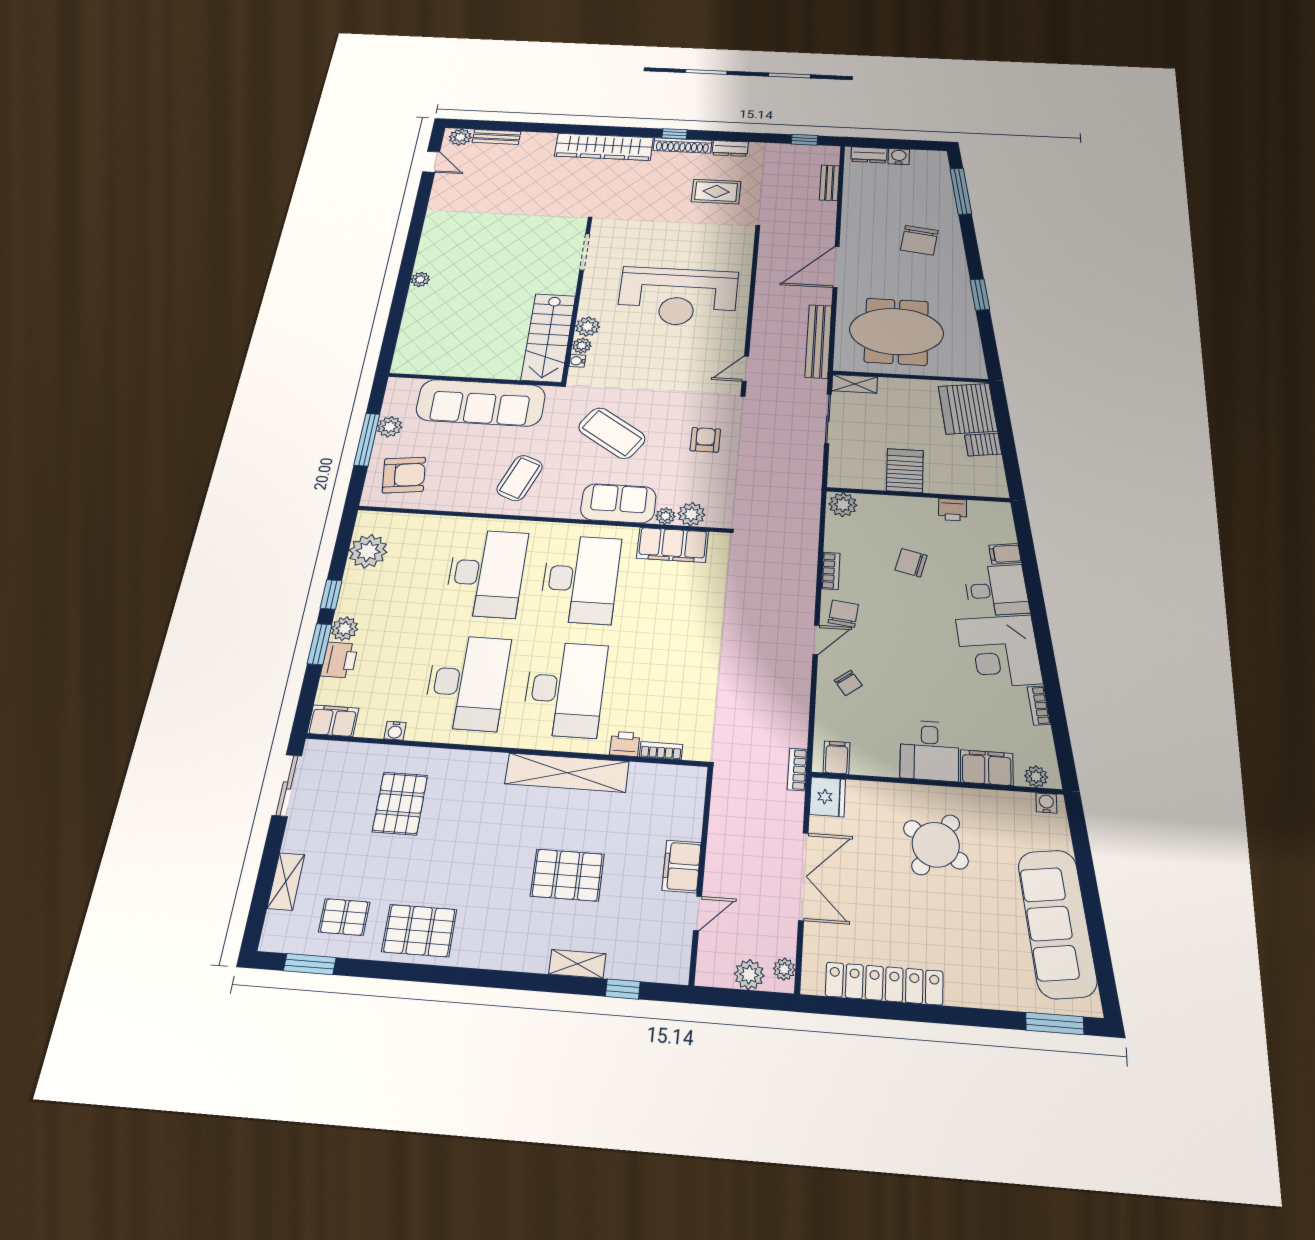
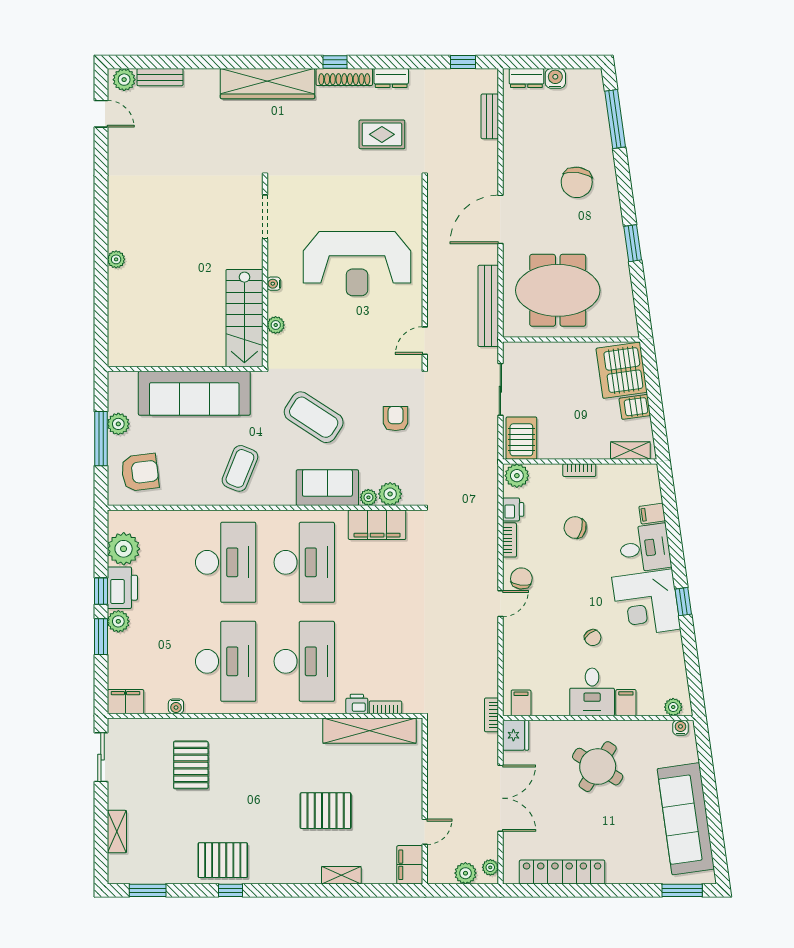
plant: (588, 327) -> (278, 303), removed
water cooler: (577, 361) -> (274, 284), moved
shelving: (855, 384) -> (630, 451), moved
server rack: (905, 471) -> (521, 438), moved
printer: (953, 510) -> (513, 509), moved, turned -90
window: (1046, 653) -> (683, 602), added
printer: (339, 660) -> (122, 588), moved, width x1.37, depth x1.19
chair: (848, 683) -> (593, 638), moved
bookcase: (1039, 706) -> (579, 470), moved, turned -82
filing cabinet: (987, 768) -> (626, 703), width x0.50
shelving: (567, 773) -> (369, 731), moved
filing cabinet: (682, 866) -> (410, 865), moved
pallet: (344, 917) -> (166, 855), removed
window: (623, 989) -> (231, 890), moved

